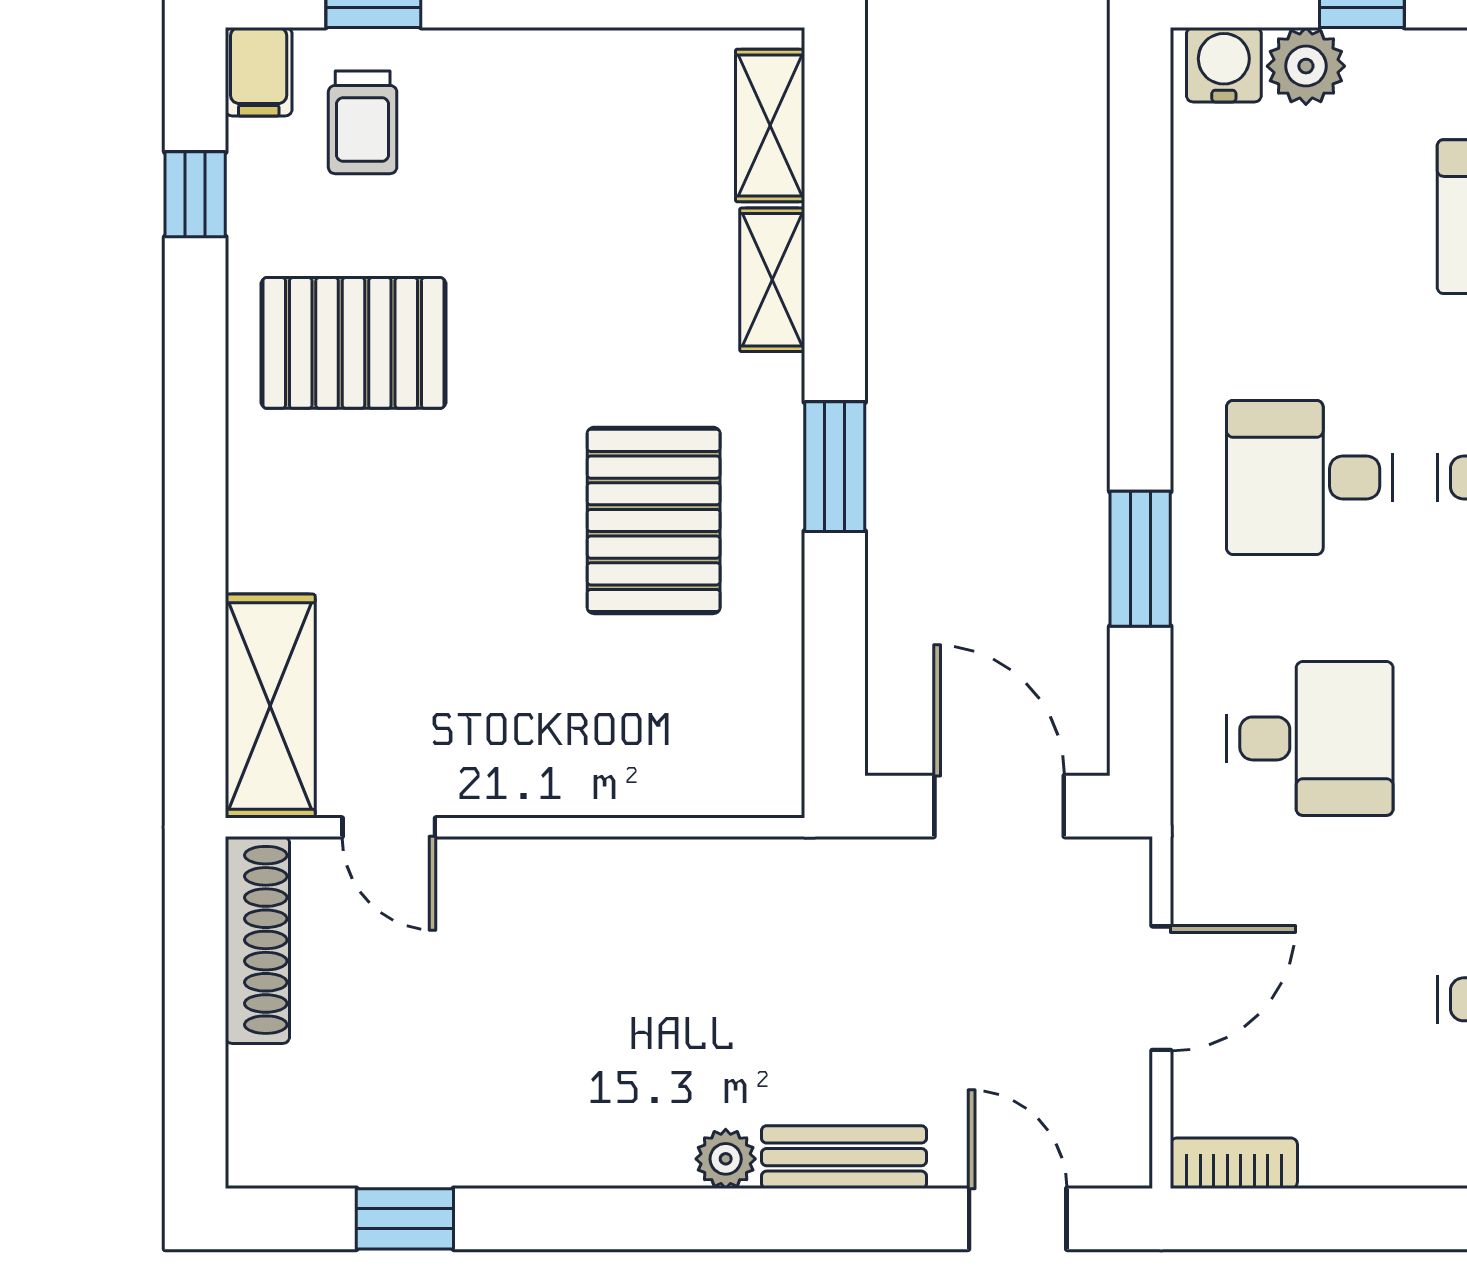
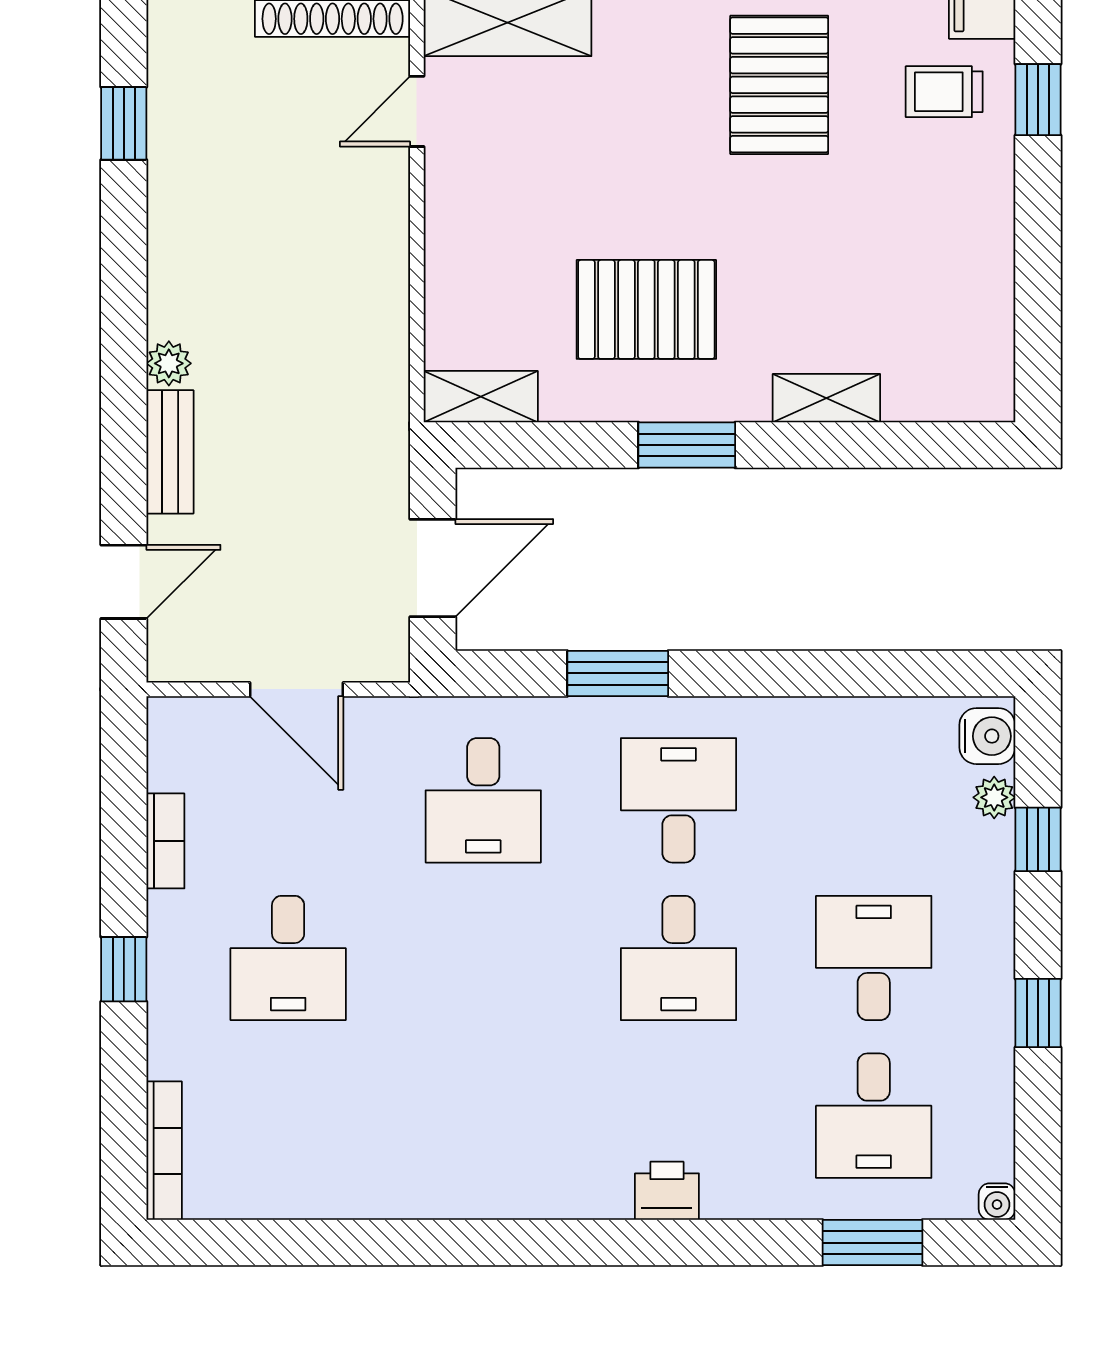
plant: (1306, 66) -> (994, 797), width x0.73, depth x0.73
shelving: (770, 125) -> (481, 397), moved
bookcase: (1234, 1163) -> (165, 841), moved

